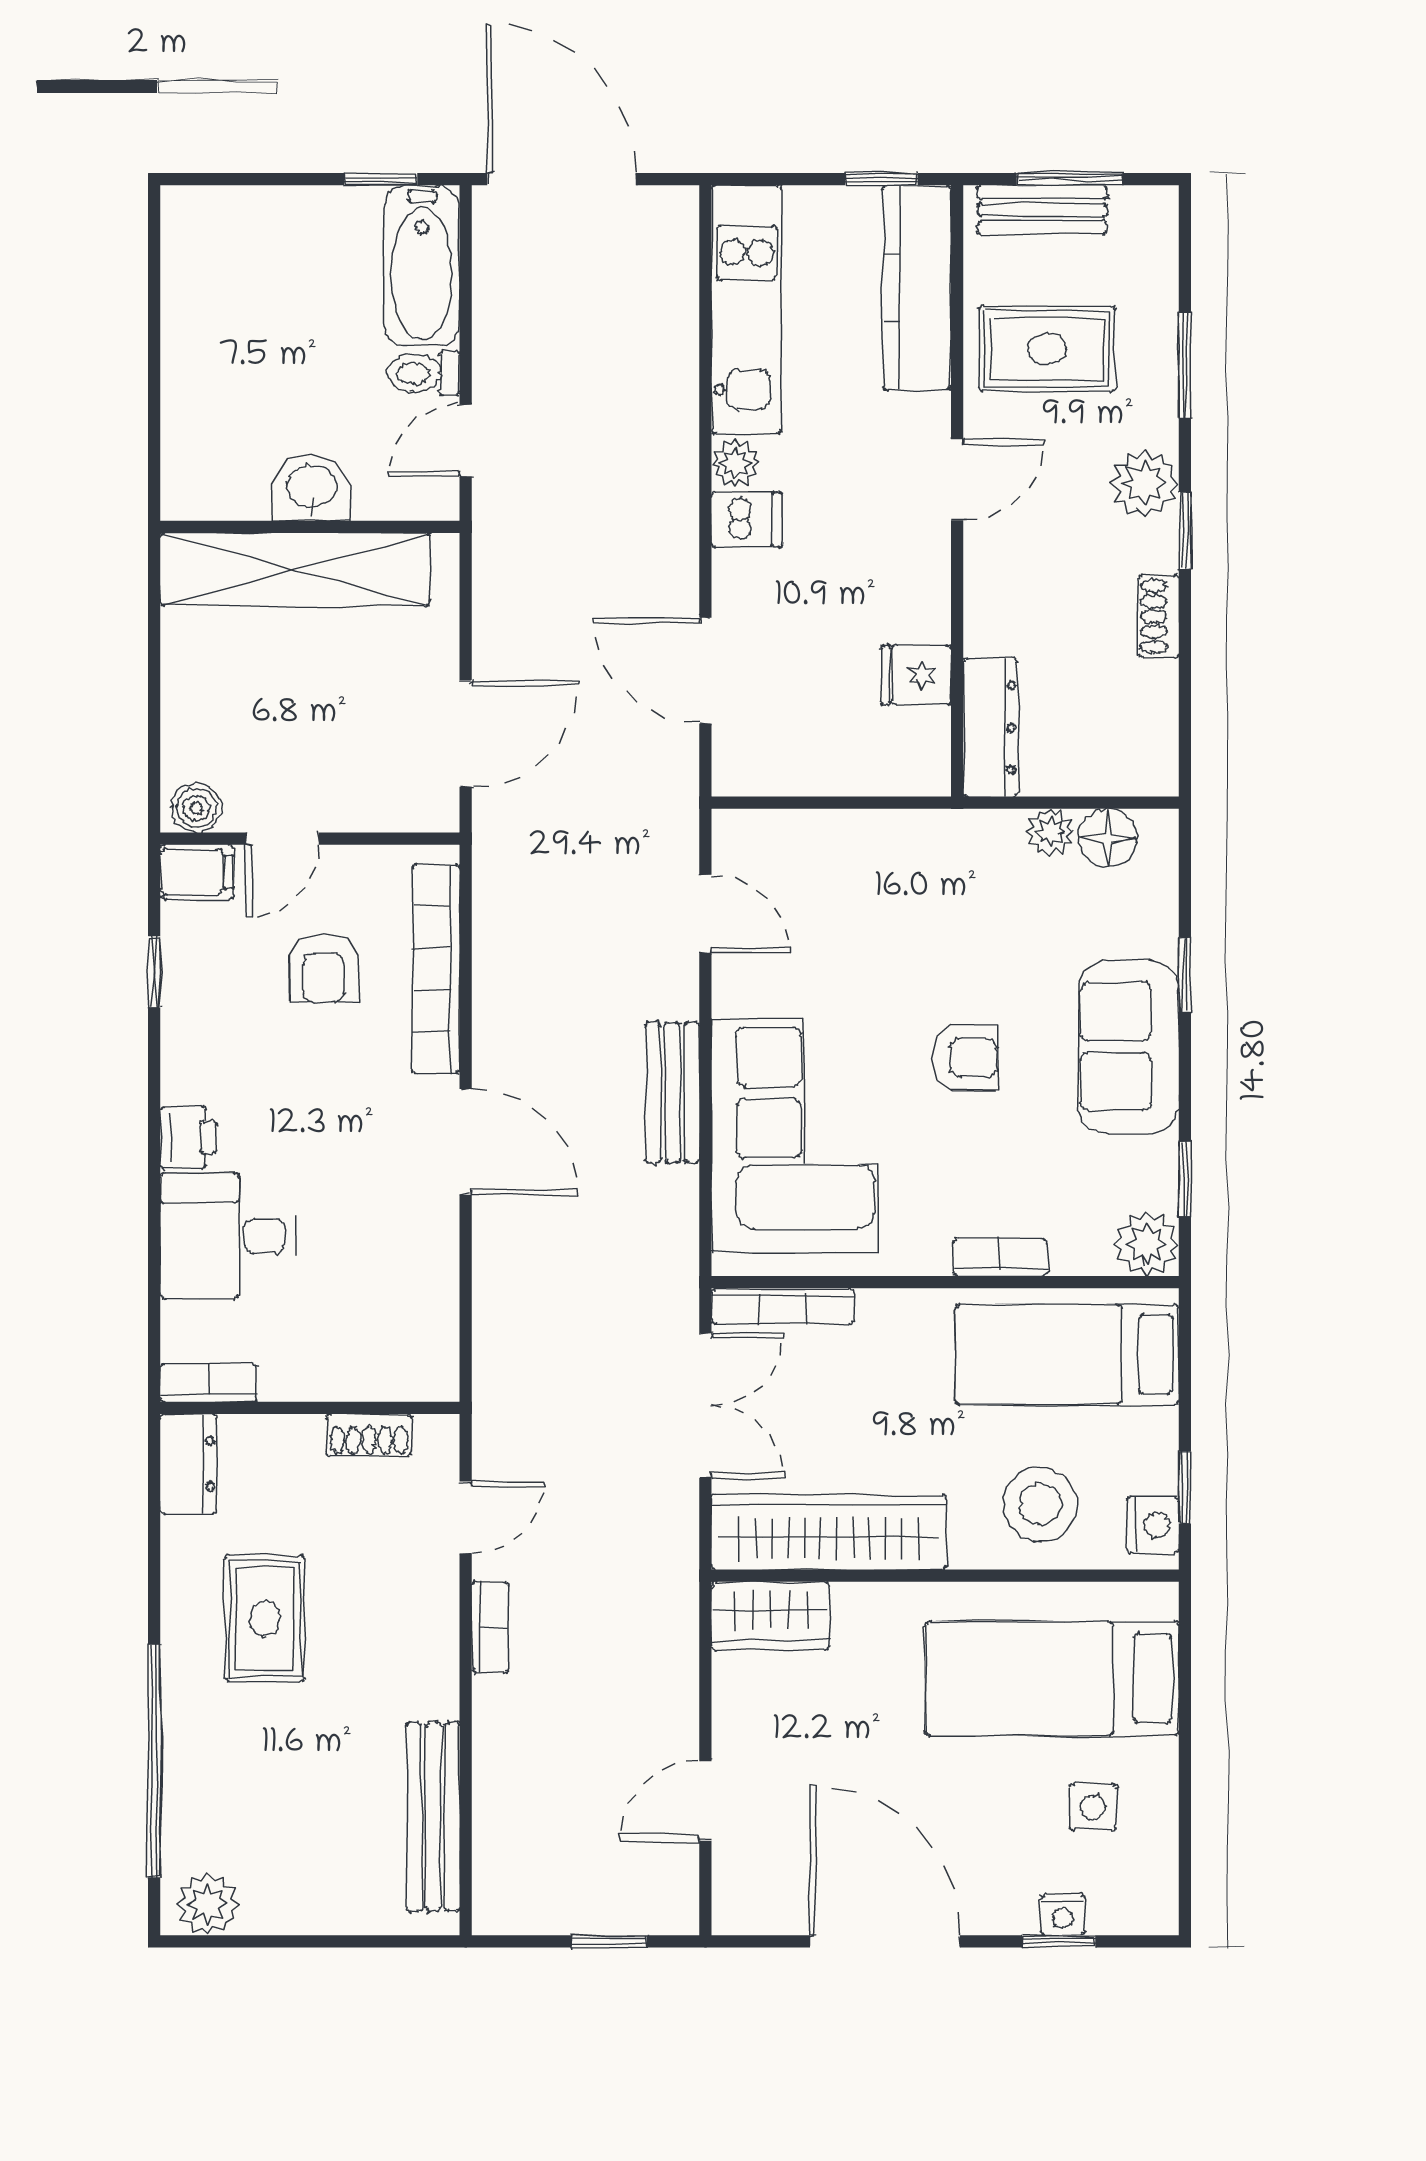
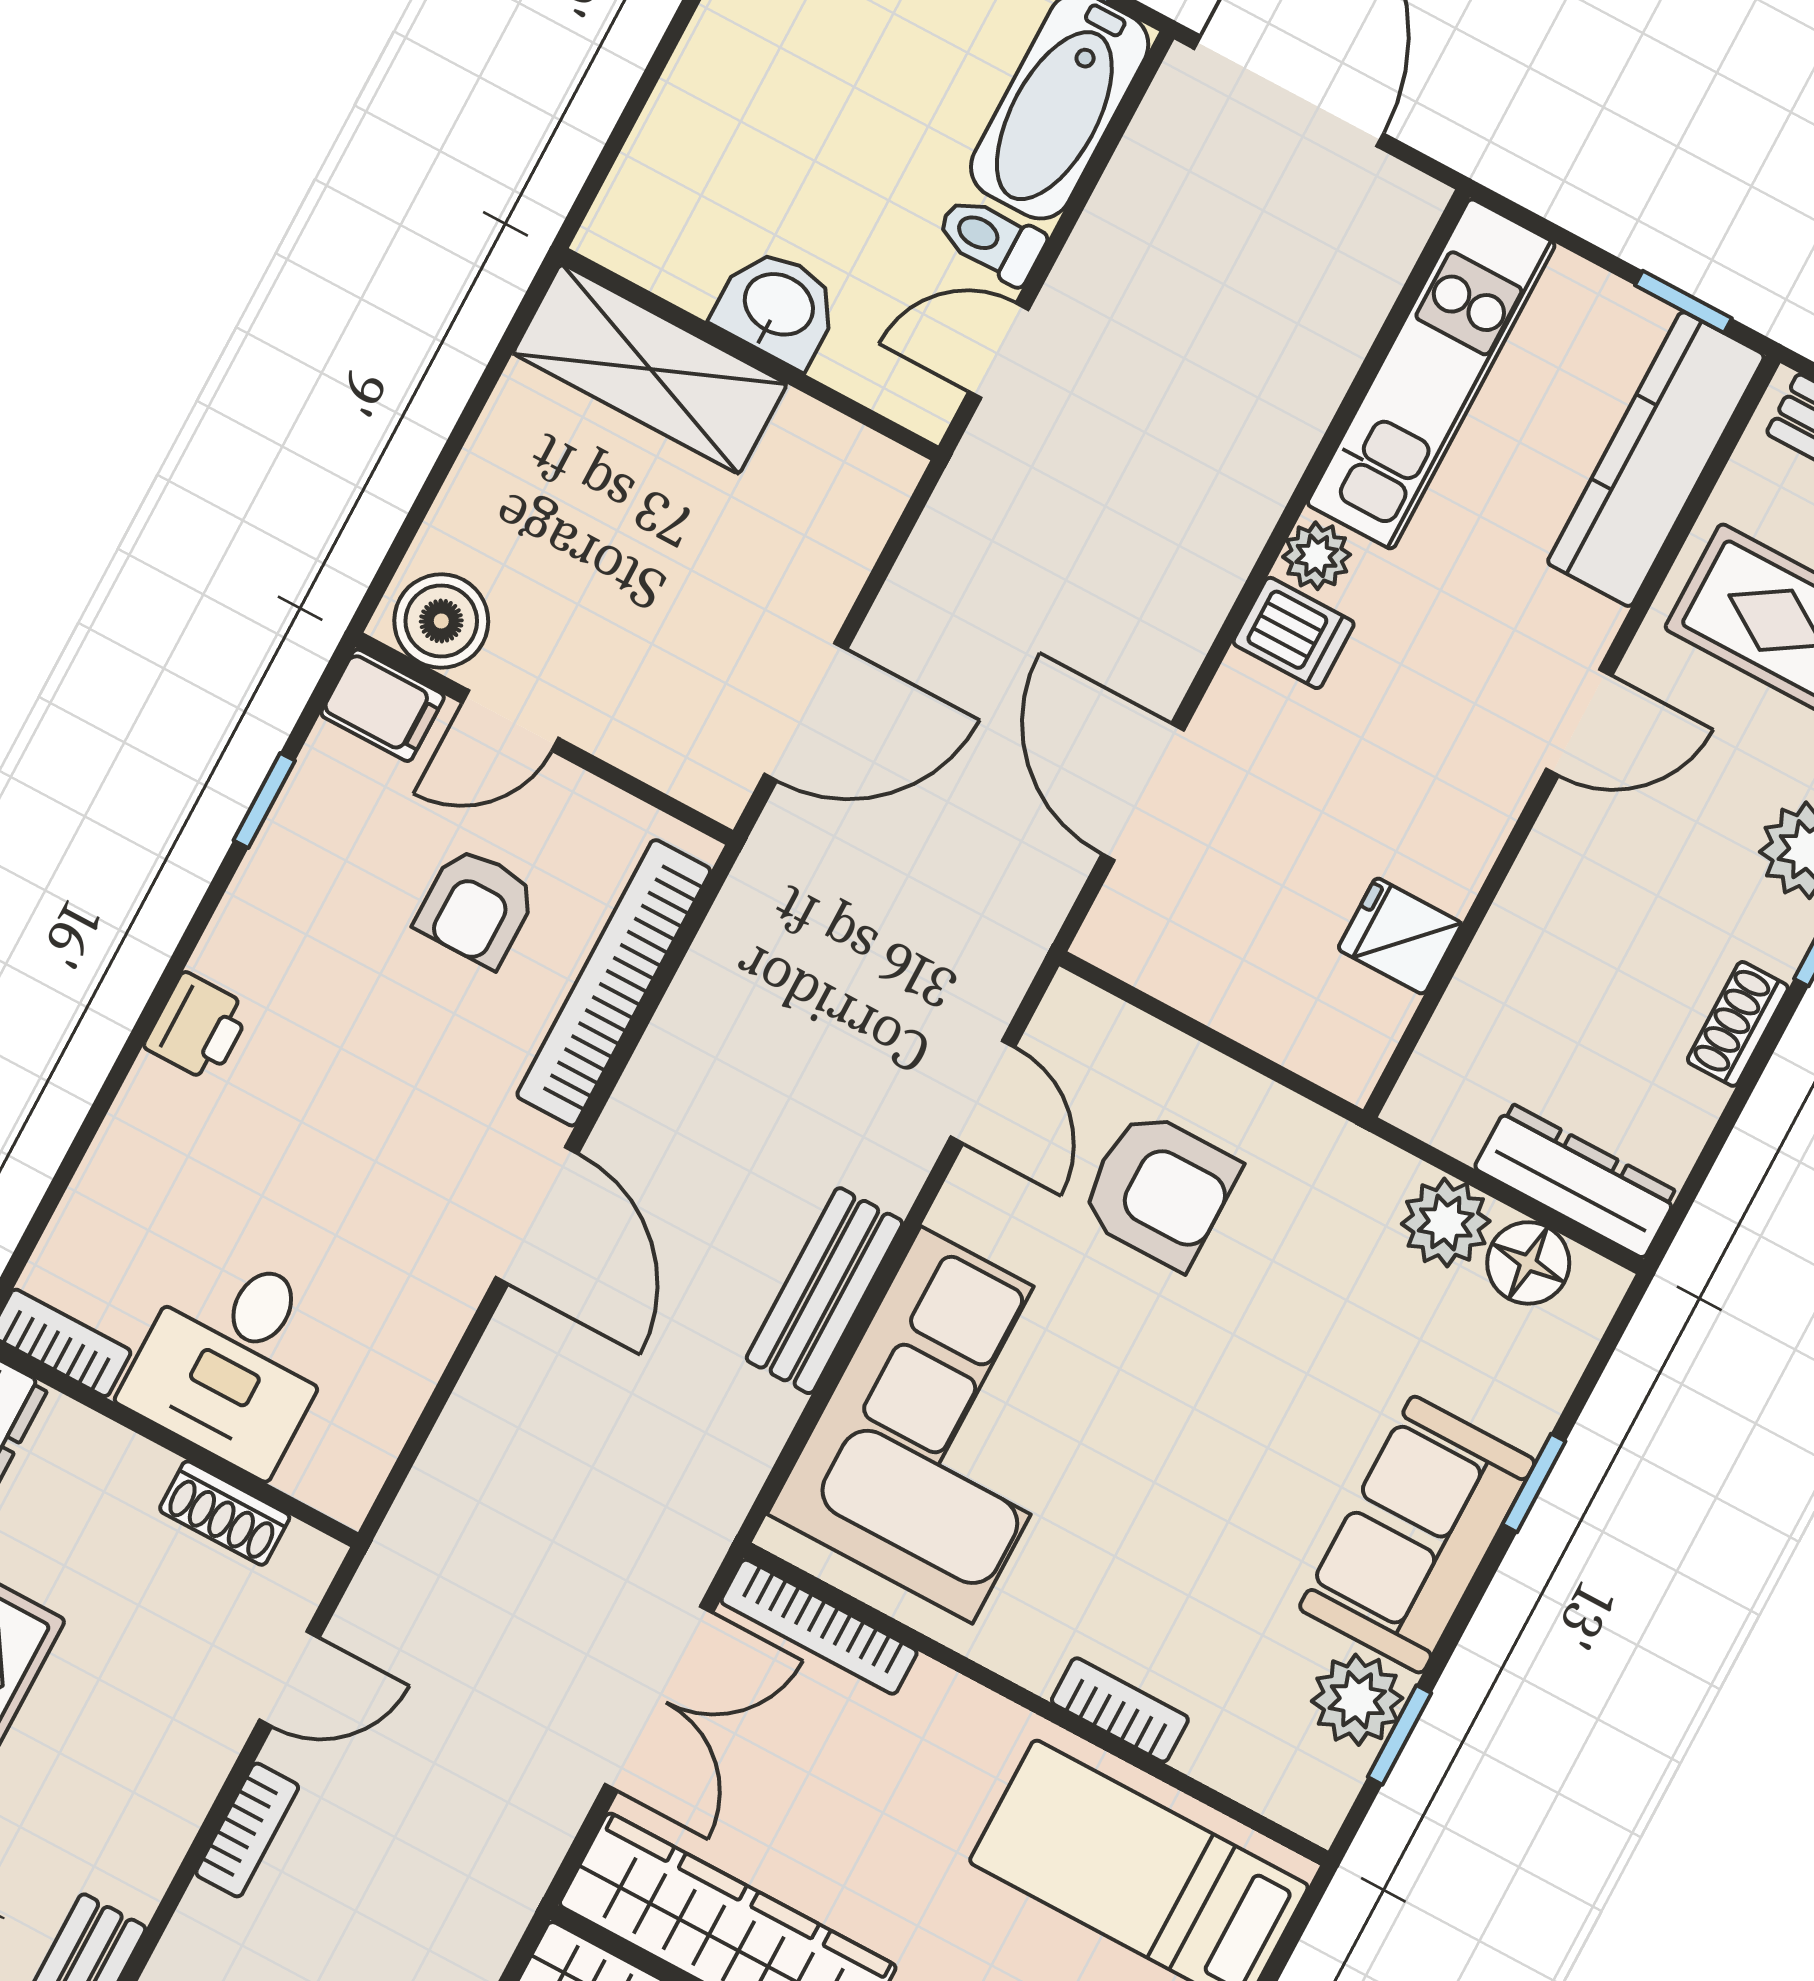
shelving: (295, 570) -> (650, 369), width x0.68
dresser: (990, 727) -> (1576, 1180), moved, turned -90
boiler: (196, 808) -> (441, 621), width x1.36, depth x1.36
plant: (1050, 832) -> (1446, 1223), width x1.38, depth x1.38
armchair: (964, 1058) -> (1159, 1190), moved, width x1.38, depth x1.38
desk: (228, 1236) -> (235, 1359), moved, turned -90
plant: (1146, 1244) -> (1357, 1700), moved

